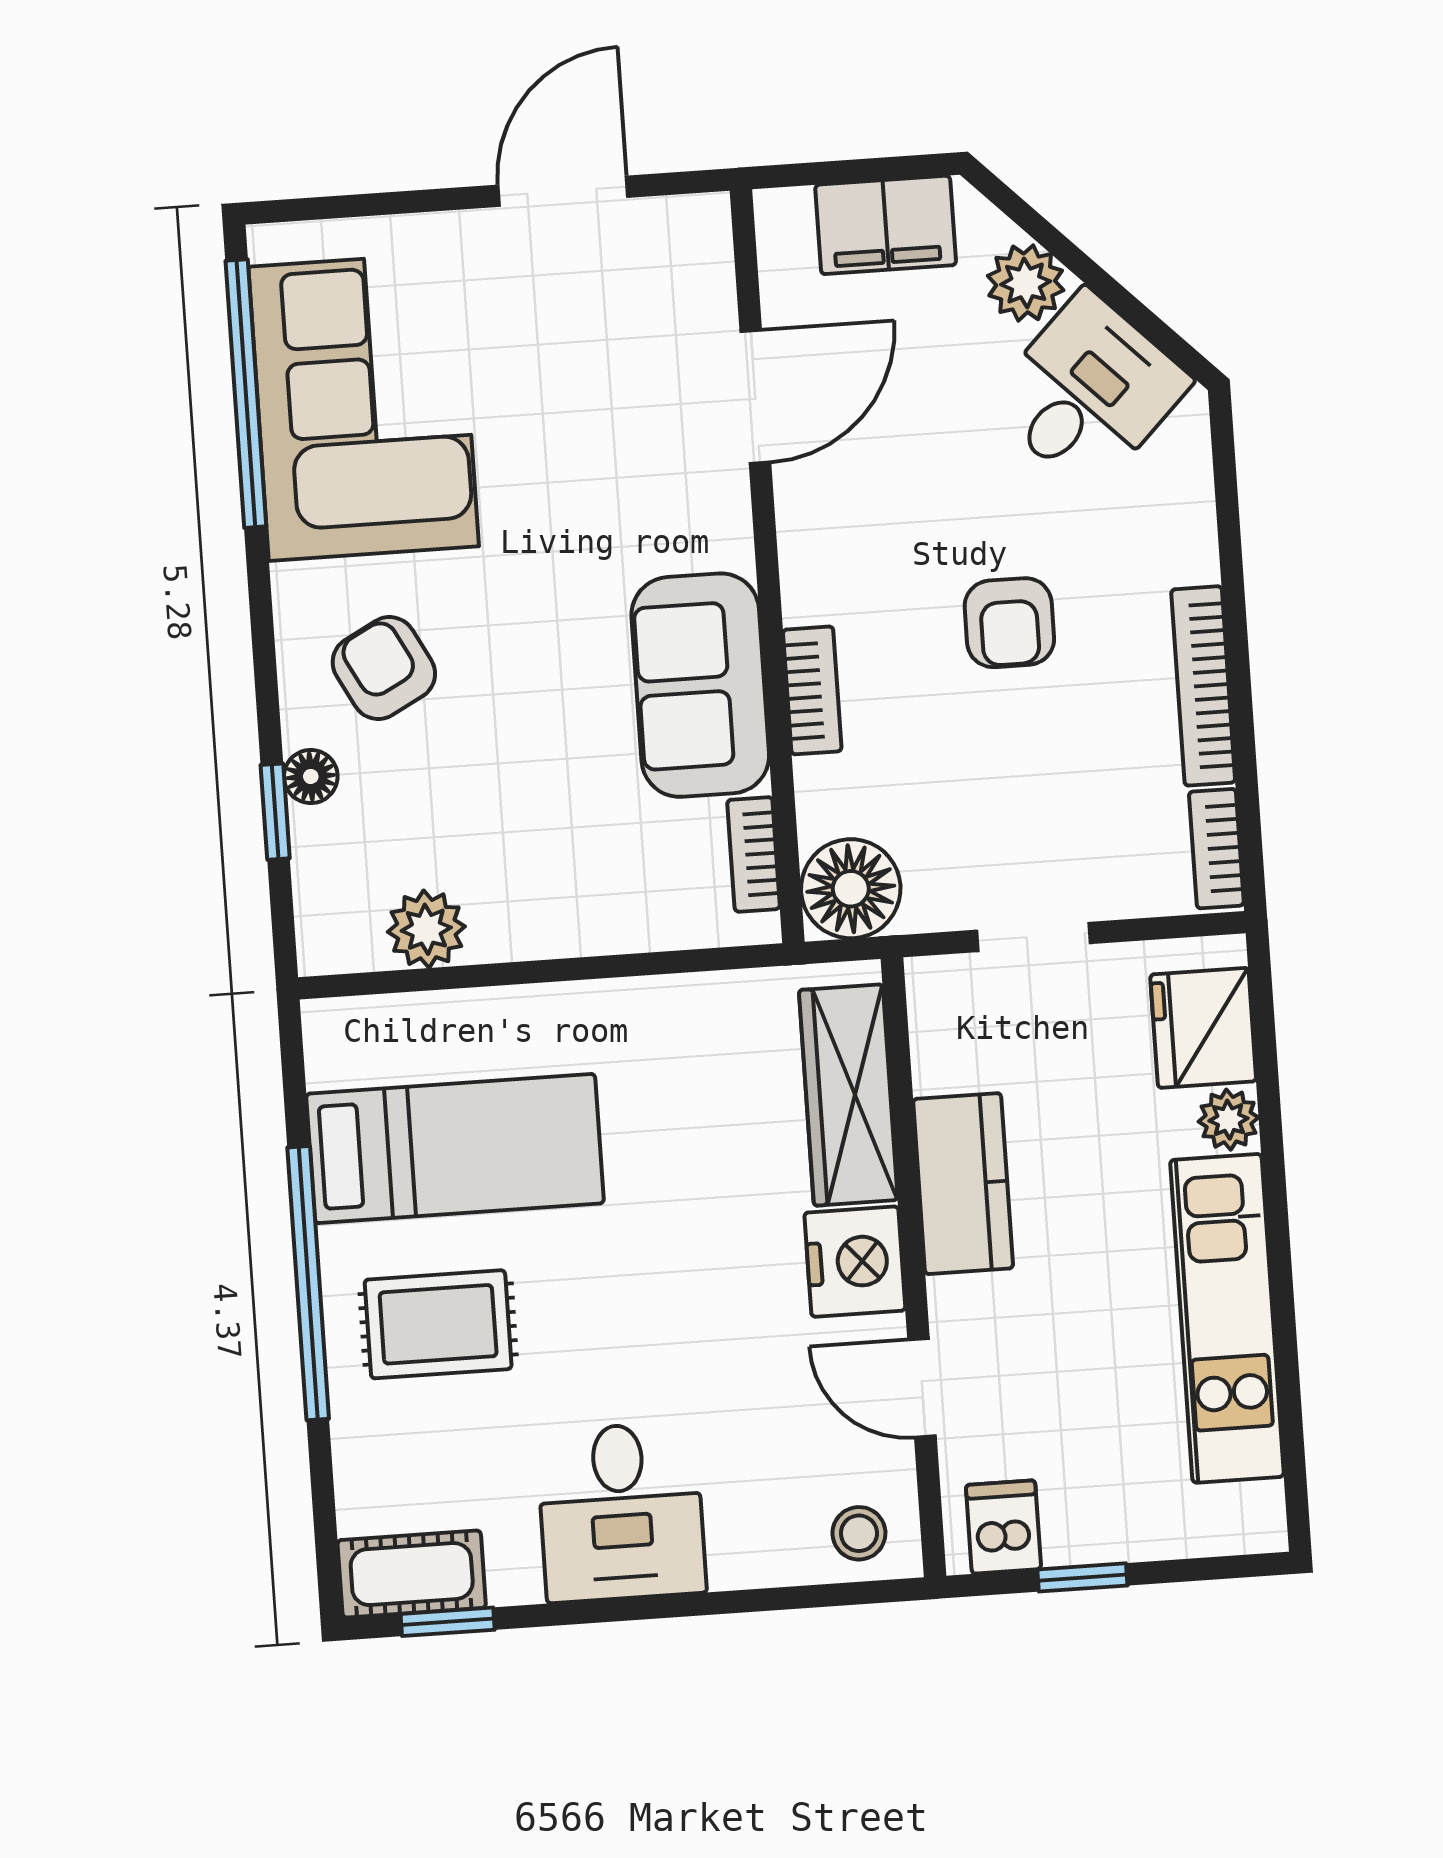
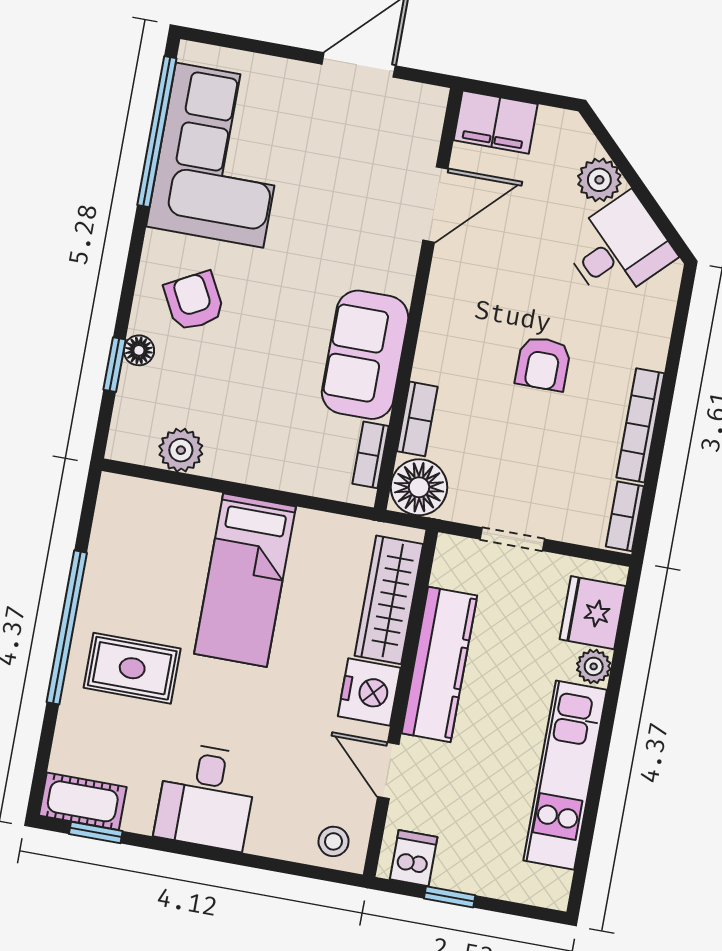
filing cabinet: (886, 225) -> (496, 122), moved
bookcase: (812, 690) -> (417, 419), moved
bed: (455, 1149) -> (245, 580), moved, turned 90
kitchen counter: (963, 1184) -> (439, 664), width x1.50

